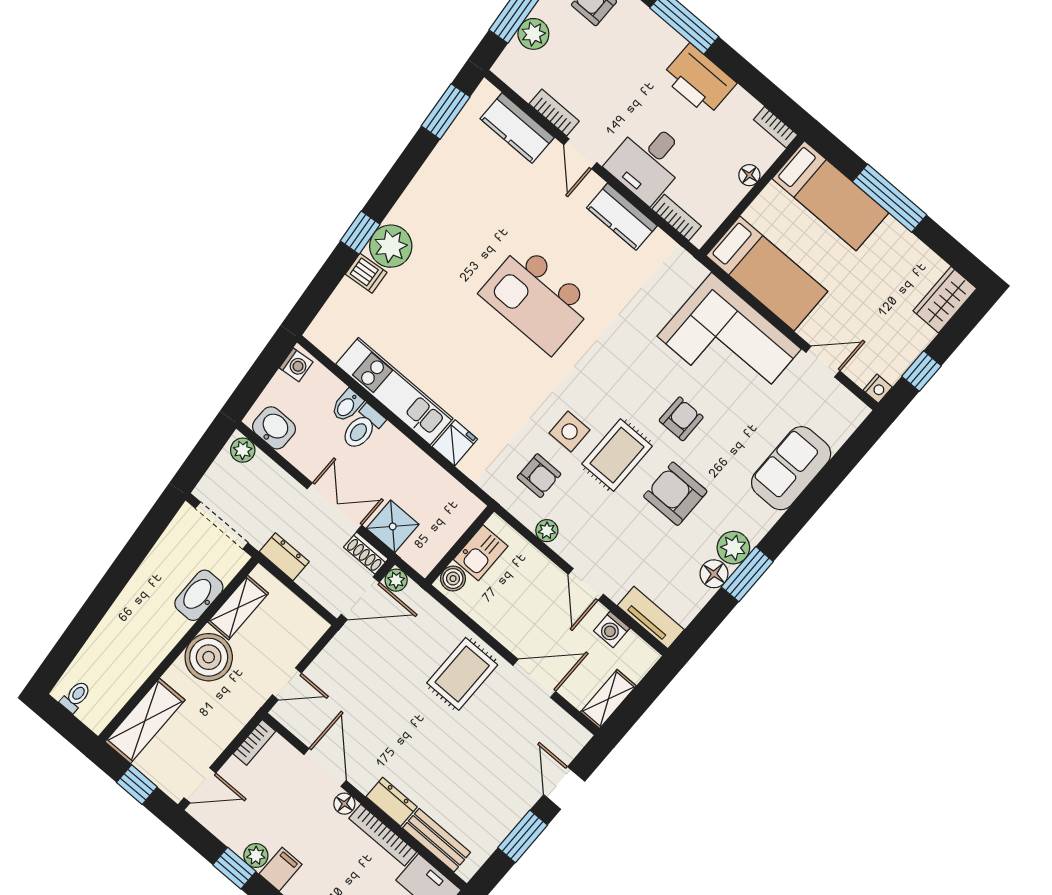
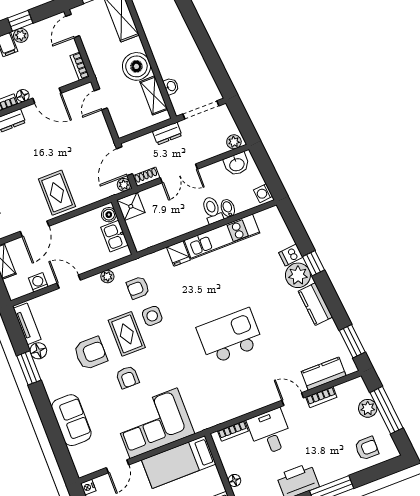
kitchen counter: (622, 217) -> (315, 304), moved, turned -95
shower: (393, 526) -> (131, 206), moved
plant: (733, 548) -> (46, 368), removed
washbasin: (199, 595) -> (171, 86), width x0.52, depth x0.69
tv unit: (651, 618) -> (27, 324), moved, turned -90

